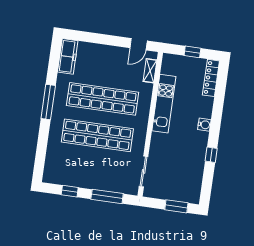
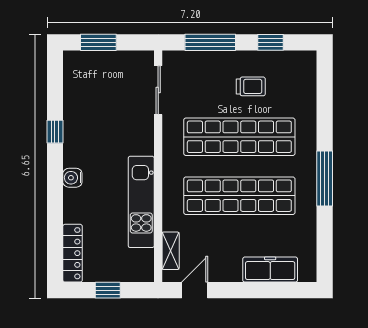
freezer: (68, 56) -> (270, 270), moved, turned 90
trolley: (86, 166) -> (251, 86), added

